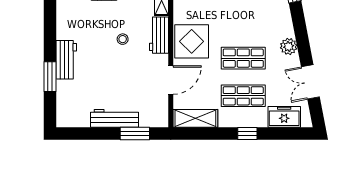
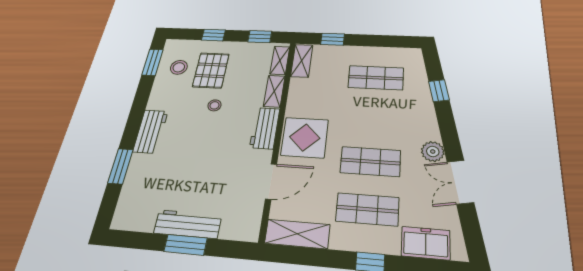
stool: (123, 39) -> (215, 105), moved
workbench: (66, 60) -> (151, 131), moved
double door: (310, 82) -> (460, 182), moved
window: (135, 134) -> (186, 245), moved

